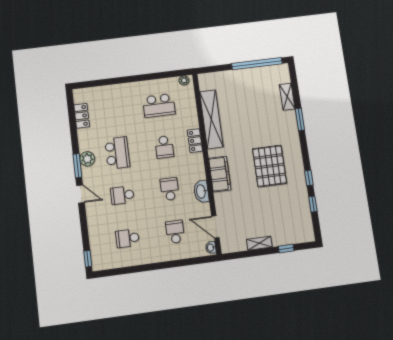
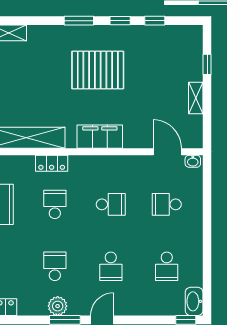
window: (300, 119) -> (79, 21), moved
school desk: (164, 147) -> (55, 204), turned -90
school desk: (117, 153) -> (55, 266), width x0.54
school desk: (170, 189) -> (111, 204), turned 180
washbasin: (201, 191) -> (194, 301), moved, turned 90
door: (215, 227) -> (167, 152), swing flipped

